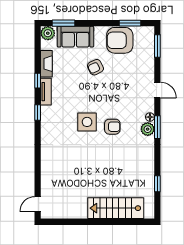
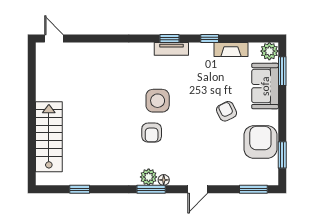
tv unit: (46, 92) -> (171, 49), moved

